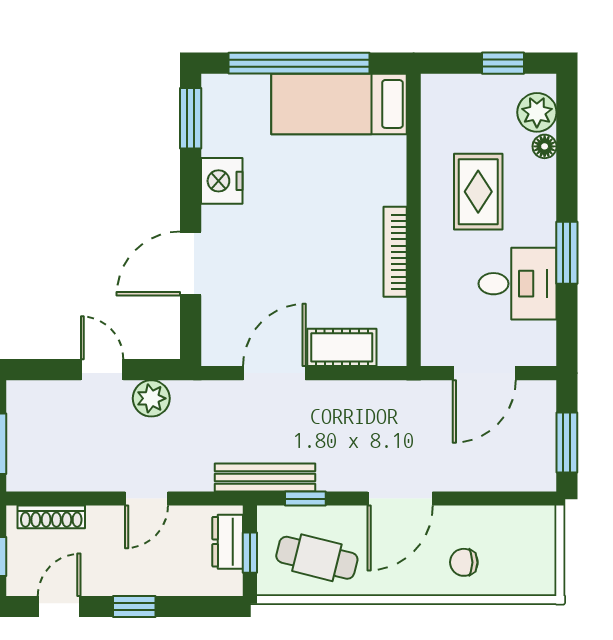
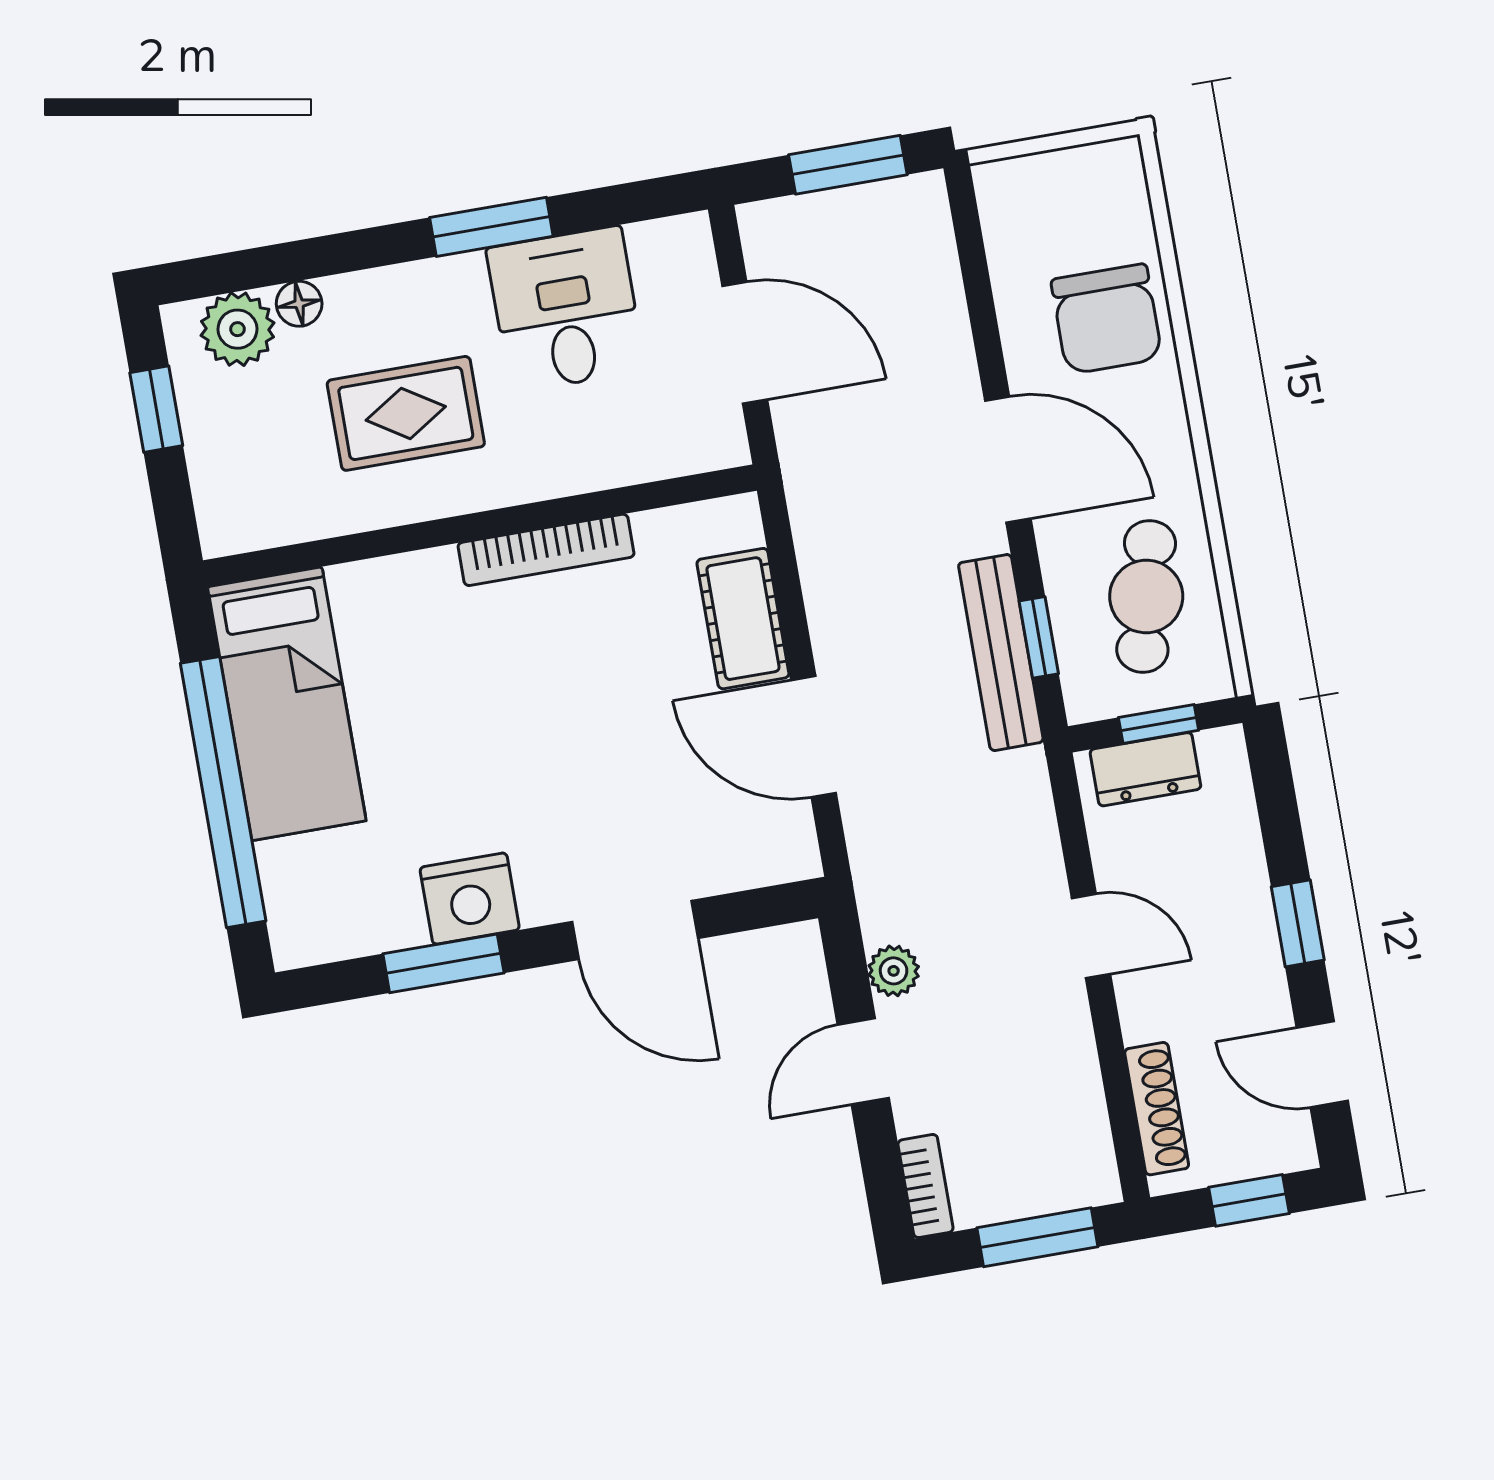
window: (191, 118) -> (443, 963), moved
bookcase: (32, 391) -> (926, 1186), added
plant: (151, 398) -> (894, 971), width x0.73, depth x0.73
bench: (265, 478) -> (1001, 653), moved
chair: (464, 562) -> (1107, 319), width x1.87, depth x1.87

